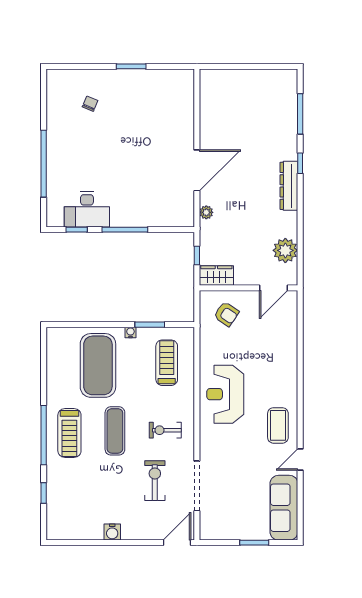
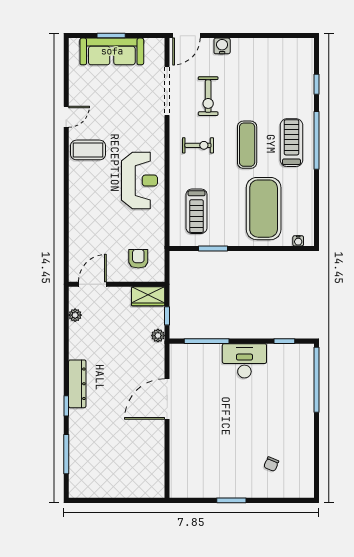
window: (44, 164) -> (317, 380), moved
desk: (87, 209) -> (244, 361), moved
plant: (206, 212) -> (158, 336), moved
window: (125, 230) -> (207, 341), moved
plant: (285, 250) -> (75, 315), width x0.53, depth x0.53
armchair: (226, 314) -> (138, 259), turned 56
water cooler: (130, 332) -> (298, 241), moved
coffee table: (278, 425) -> (88, 150), turned 90
sofa: (284, 508) -> (112, 51), moved, turned 90
water cooler: (112, 532) -> (222, 46), moved

